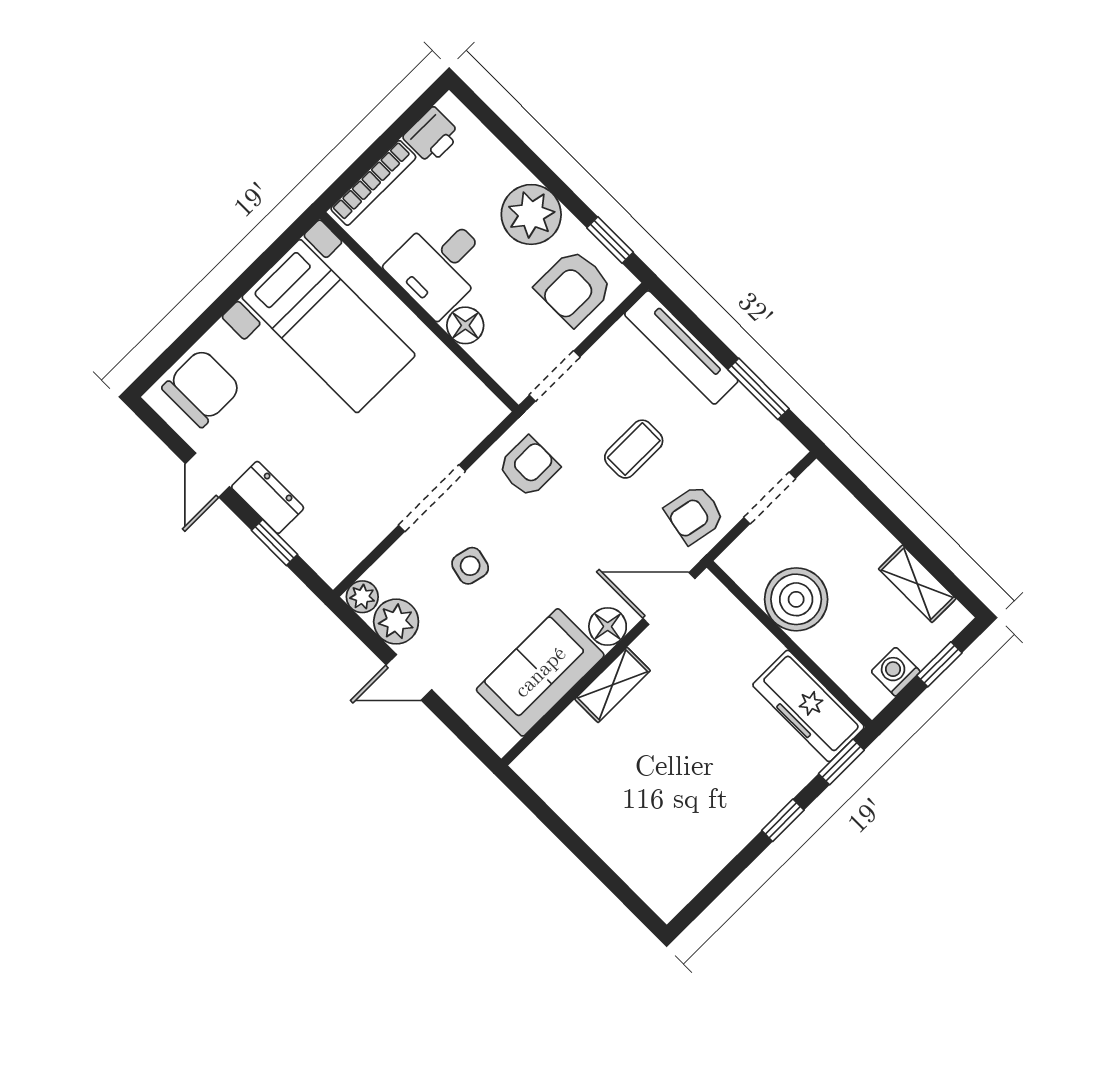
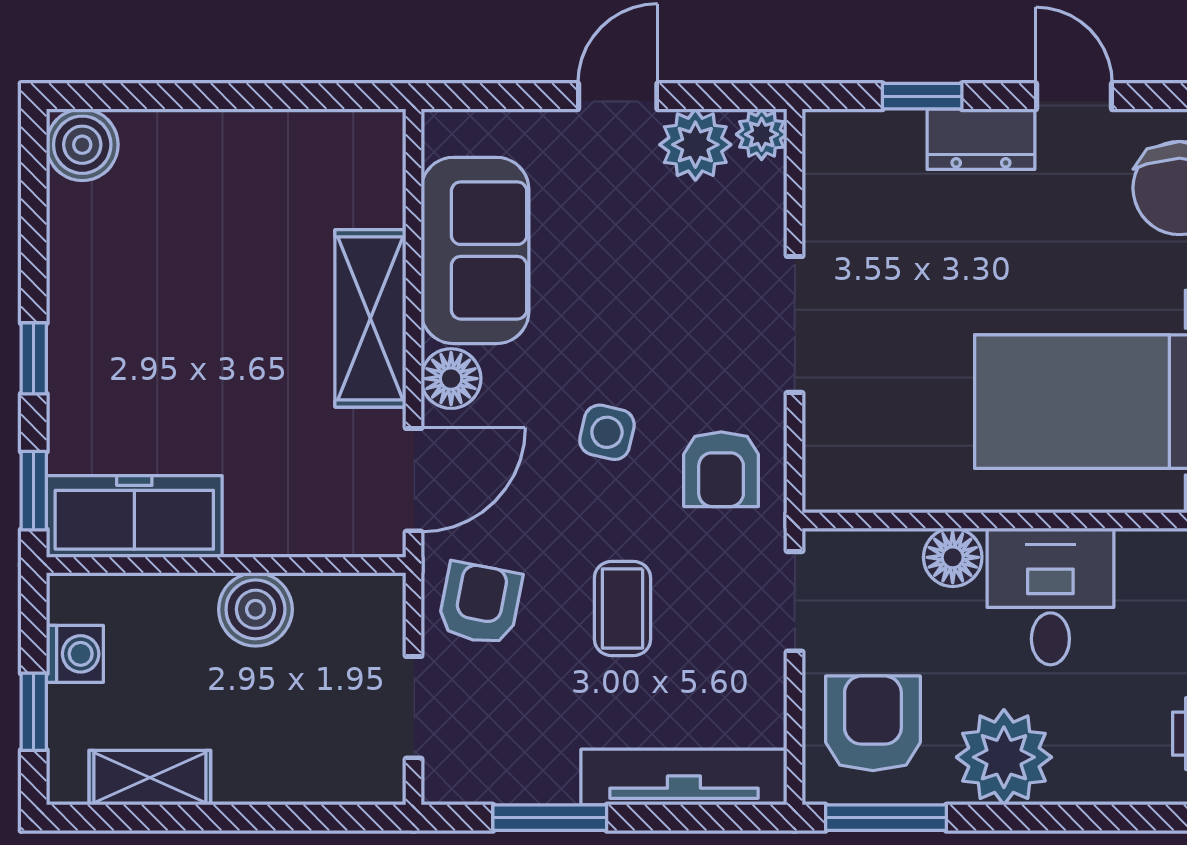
window: (610, 240) -> (886, 818), width x1.50
side table: (470, 566) -> (607, 432), moved
boiler: (796, 599) -> (255, 609), width x0.73, depth x0.73
shelving: (613, 685) -> (370, 318), width x1.50, depth x1.33
boiler: (667, 893) -> (82, 145), added

